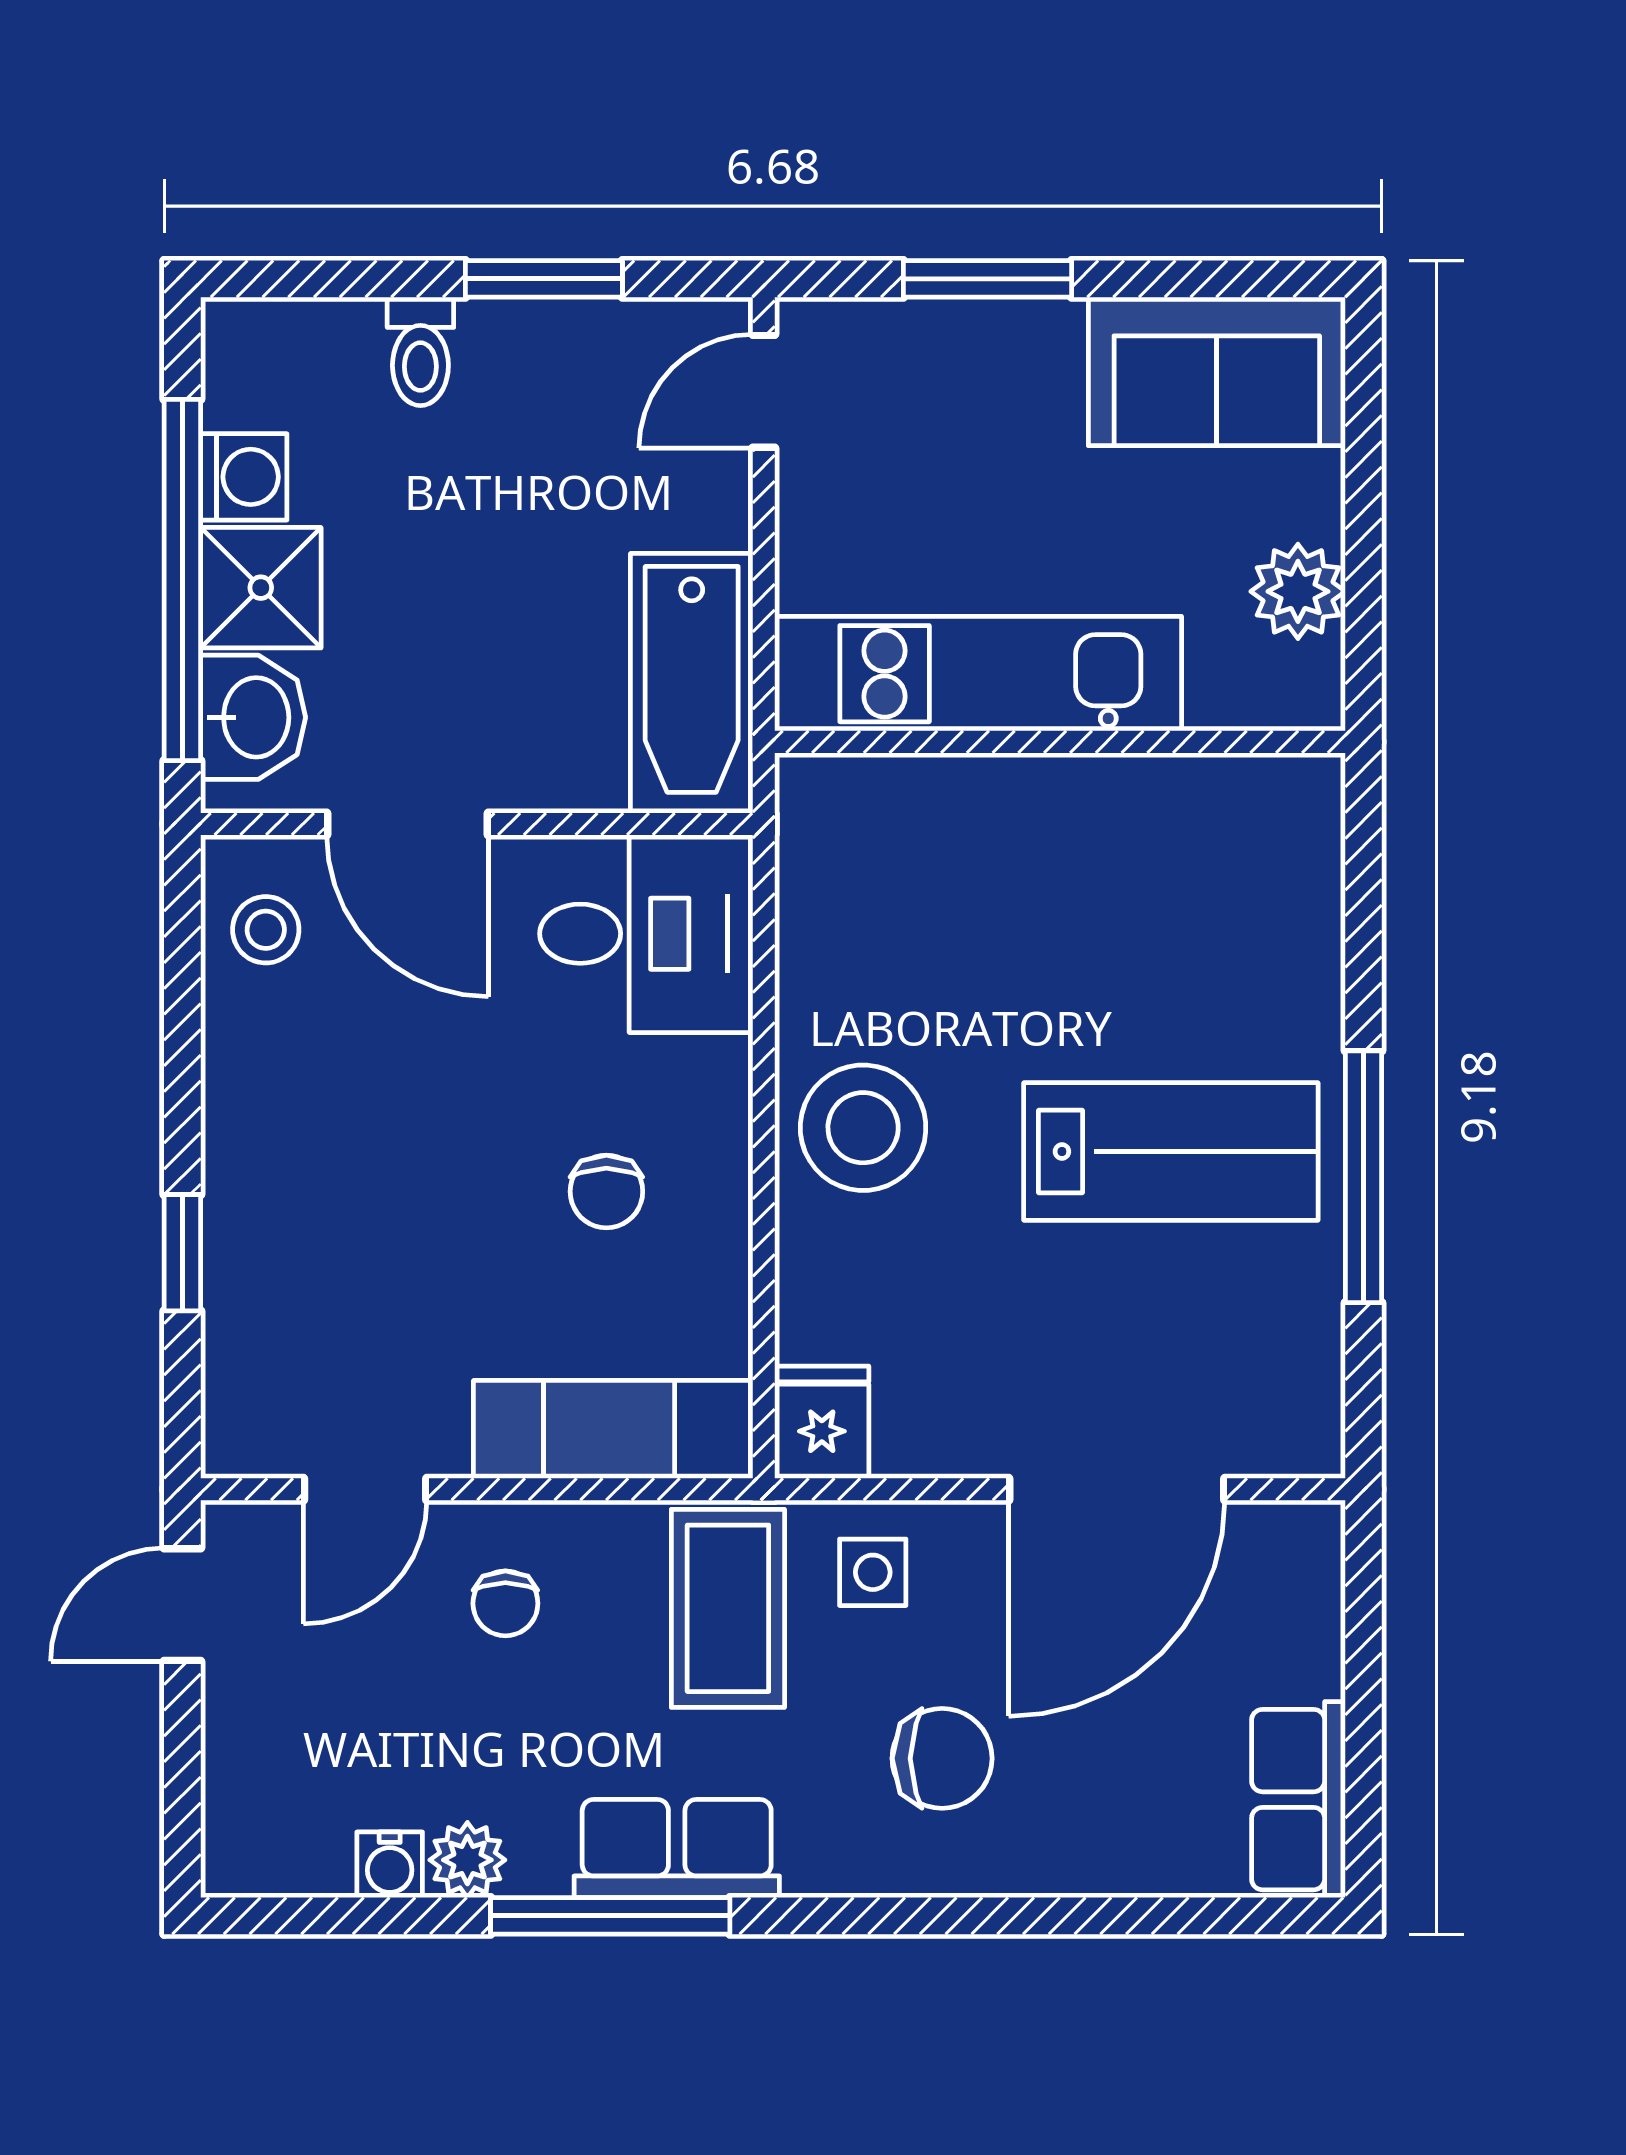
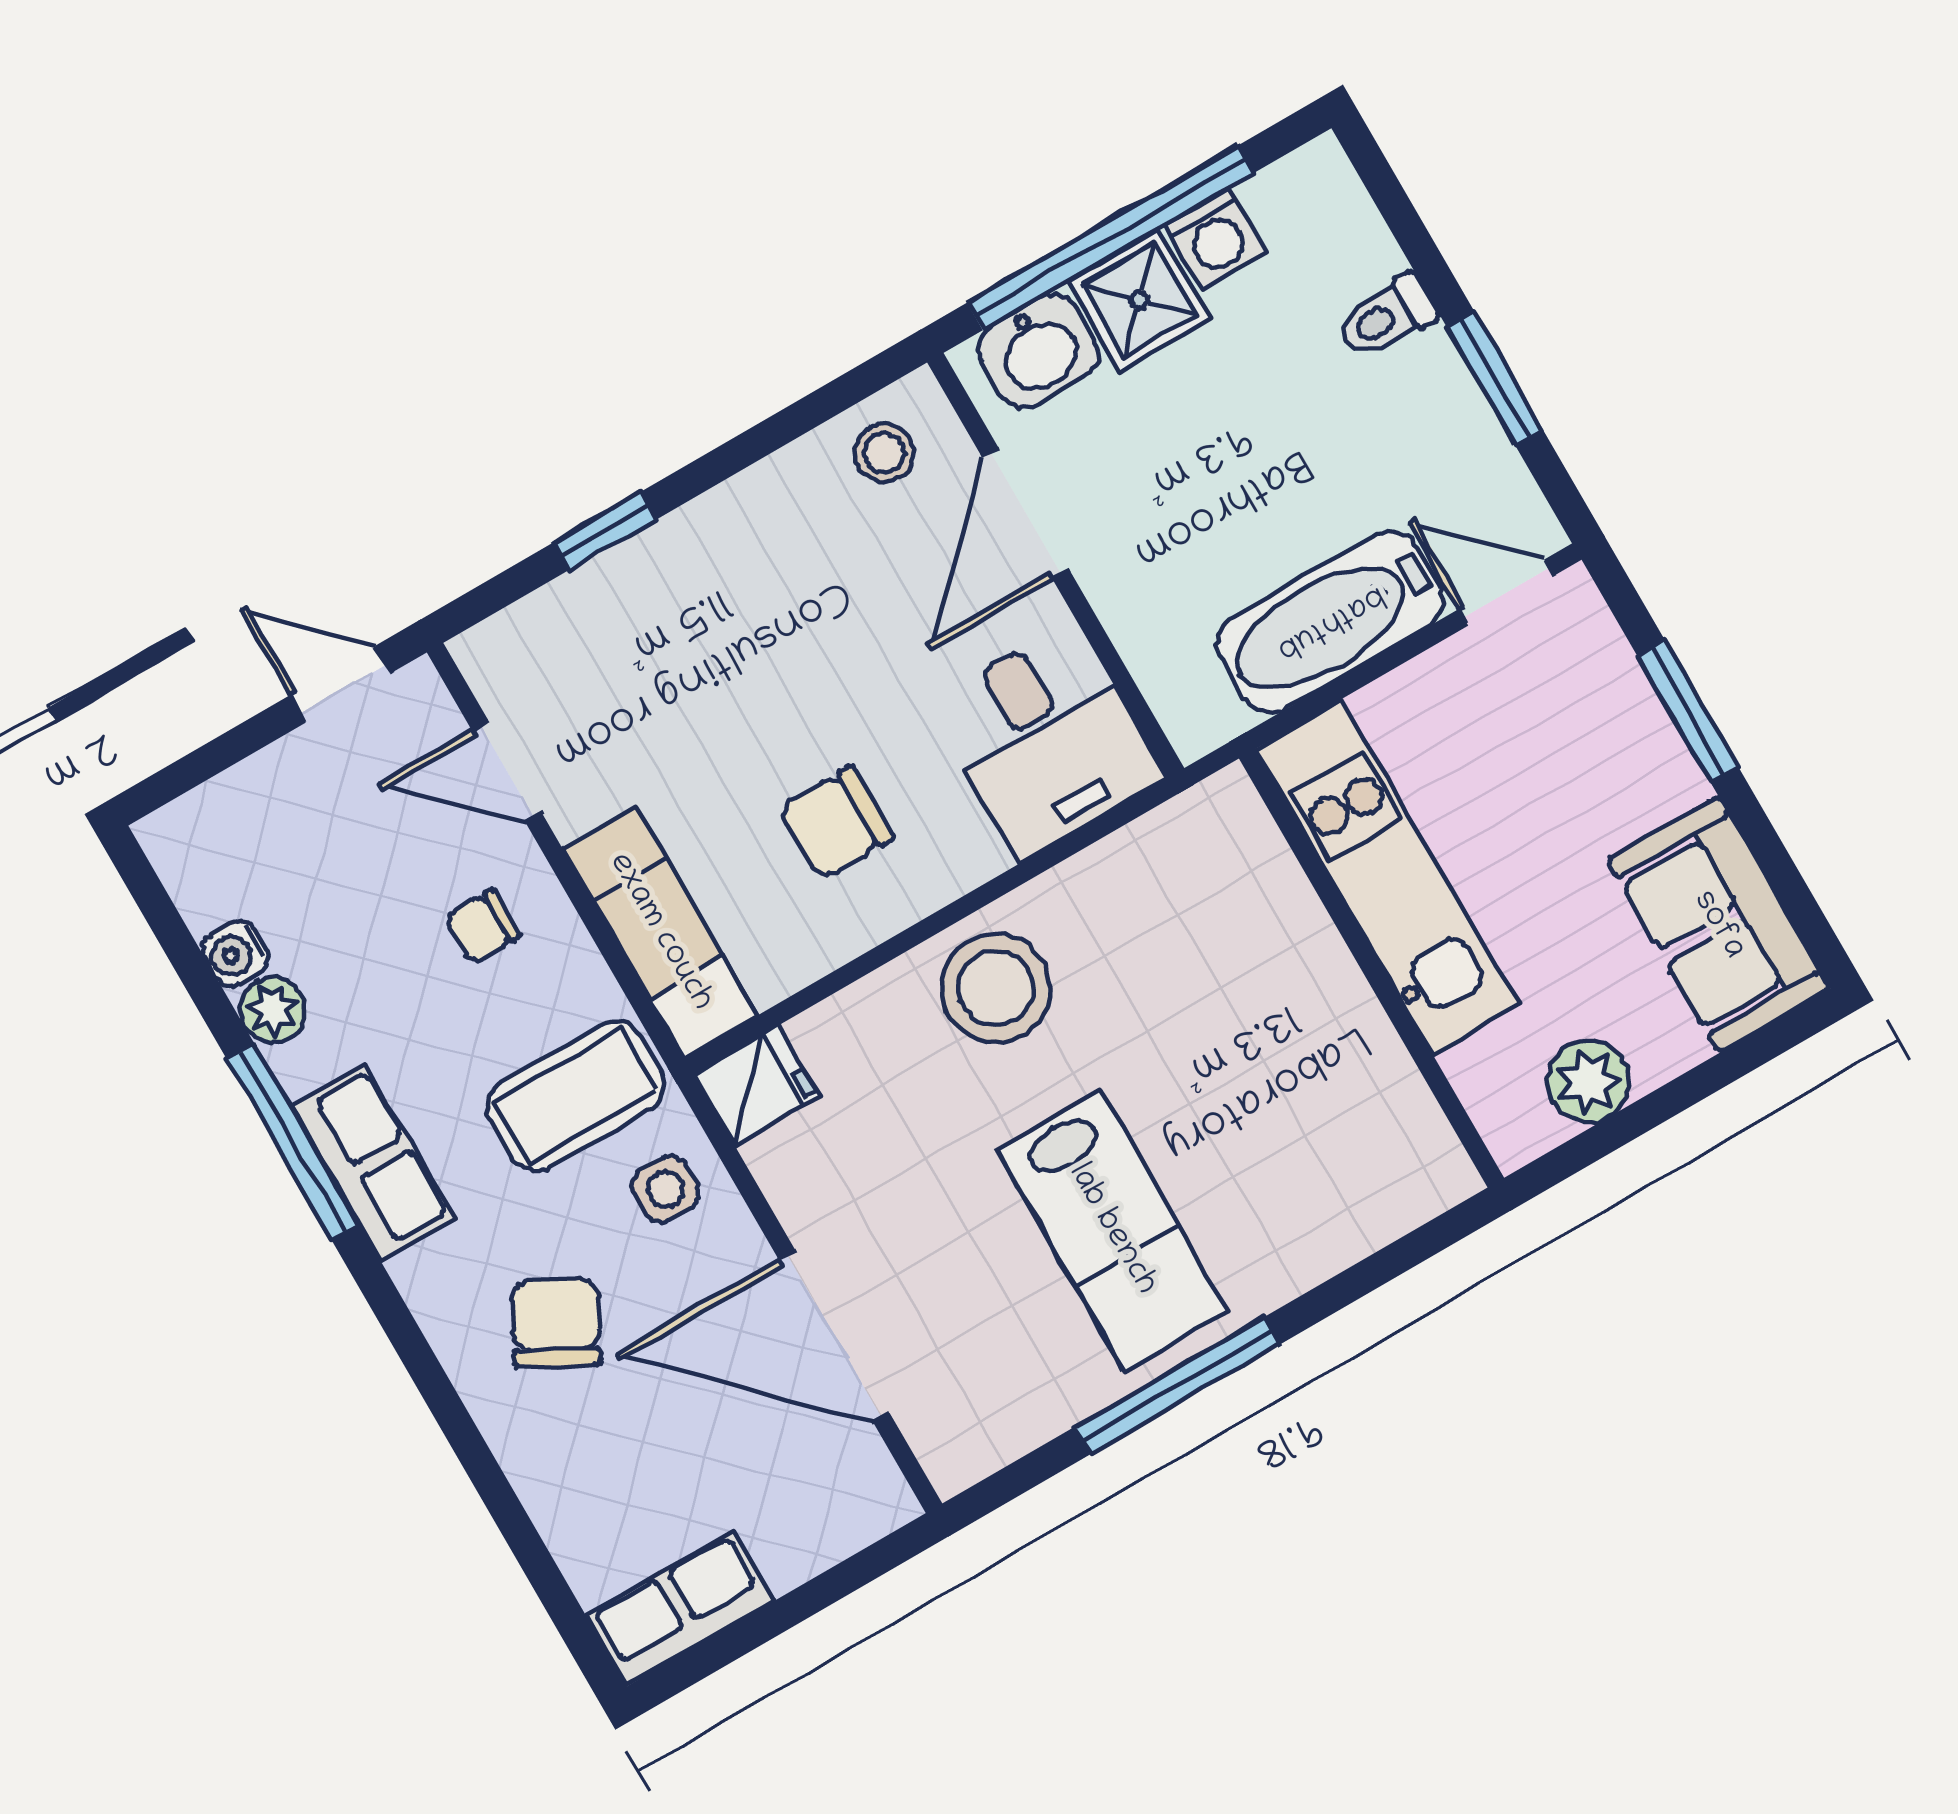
bathtub: (692, 683) -> (1330, 622), moved
chair: (606, 1191) -> (836, 823), width x1.37, depth x1.37
chair: (942, 1758) -> (556, 1322), turned -152

